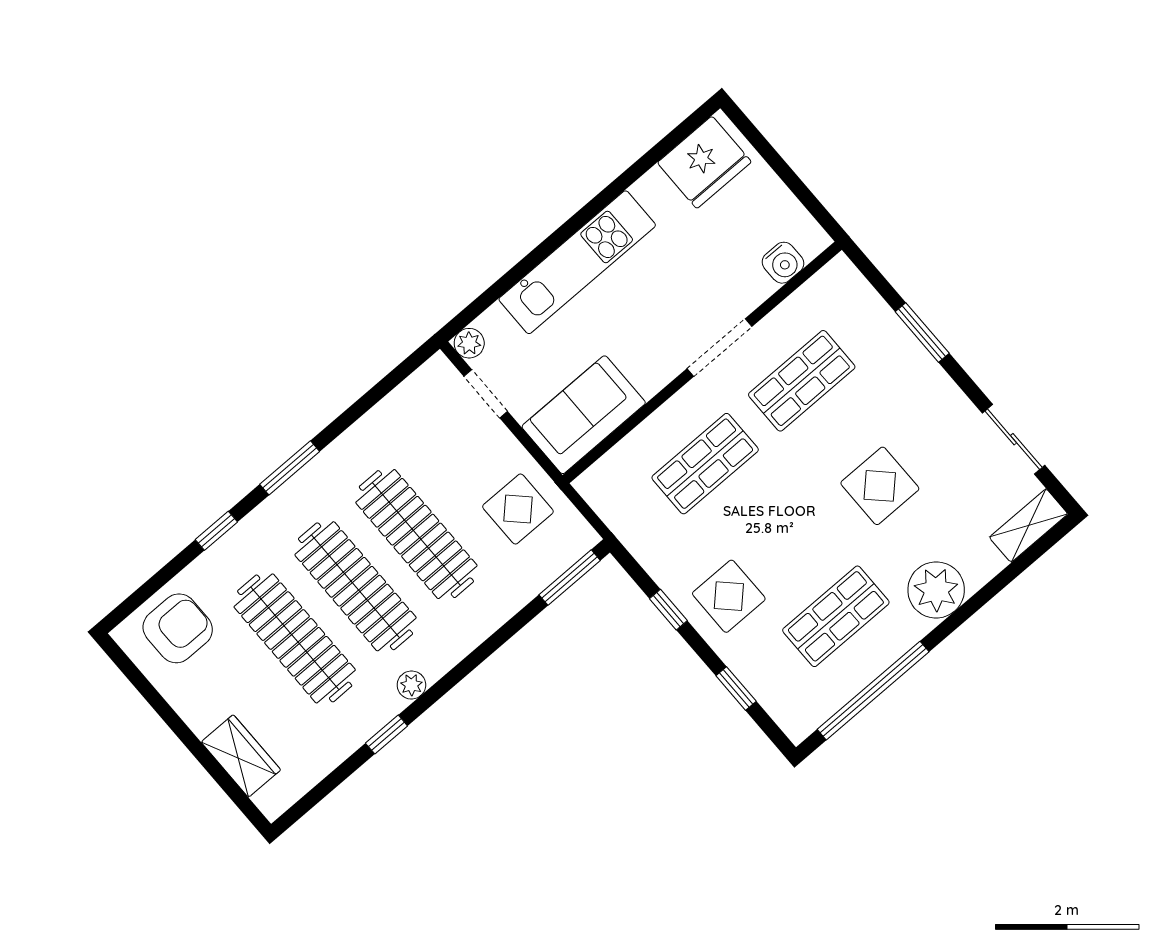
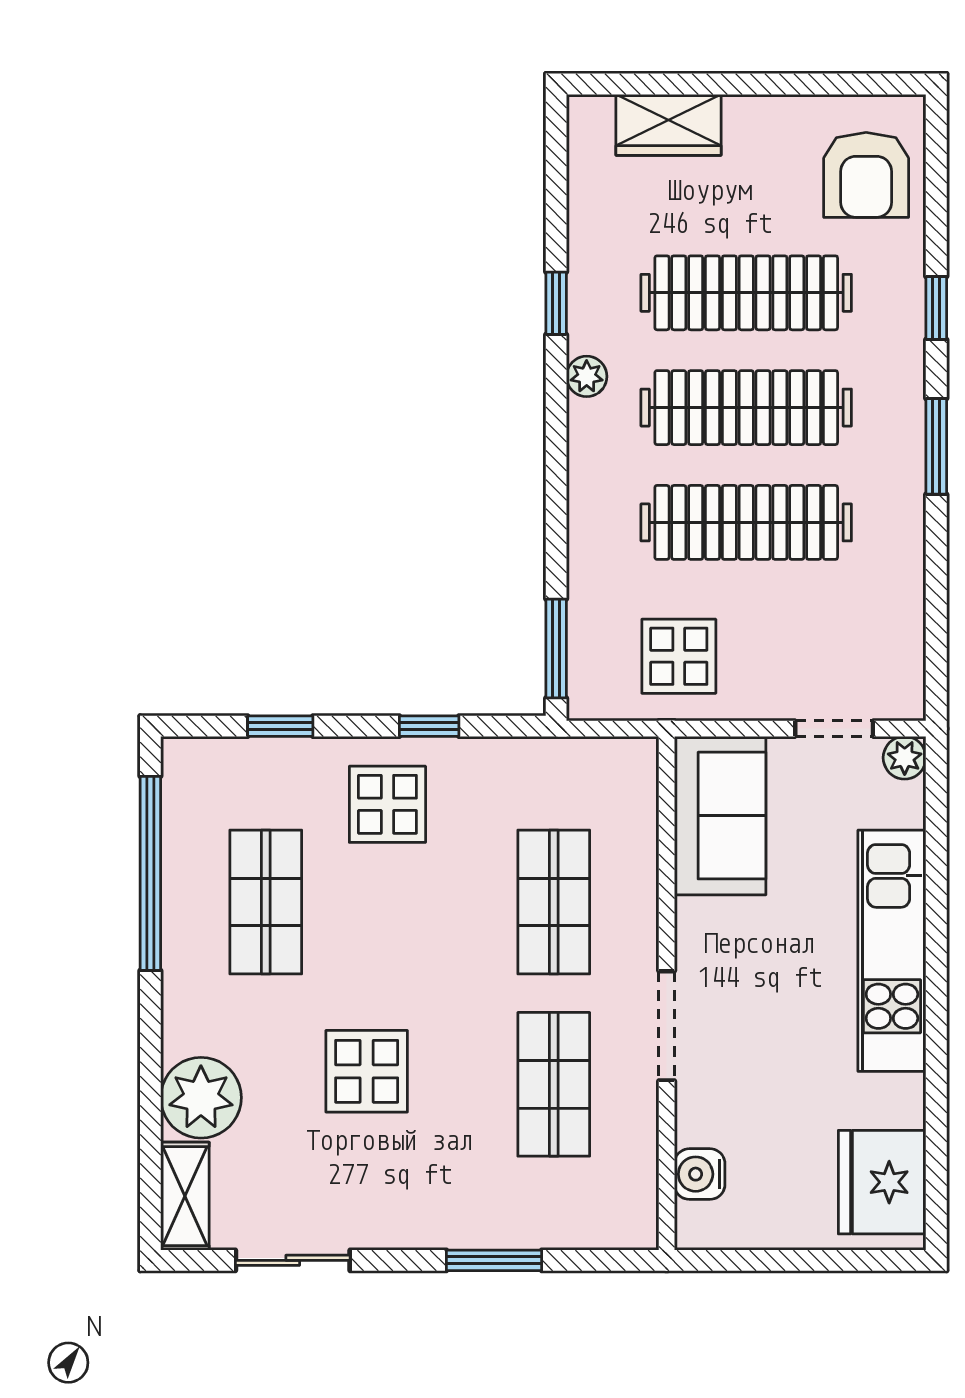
plant: (936, 590) -> (201, 1098), moved

